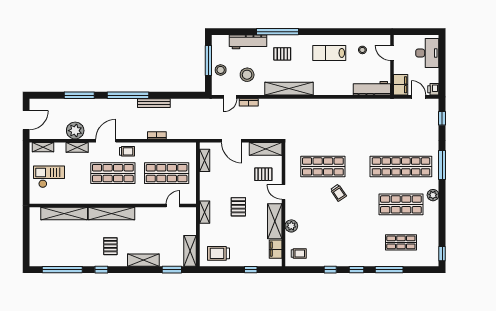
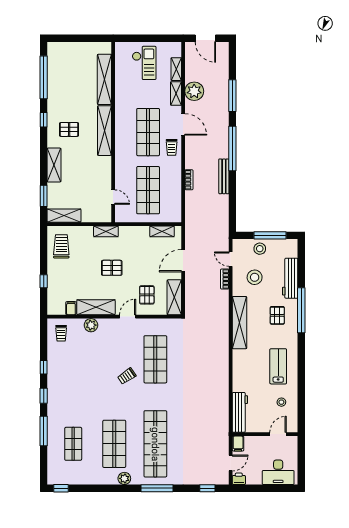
filing cabinet: (401, 85) -> (238, 444), width x0.50
shelving: (43, 147) -> (176, 69), moved
filing cabinet: (276, 249) -> (71, 308), width x0.50

